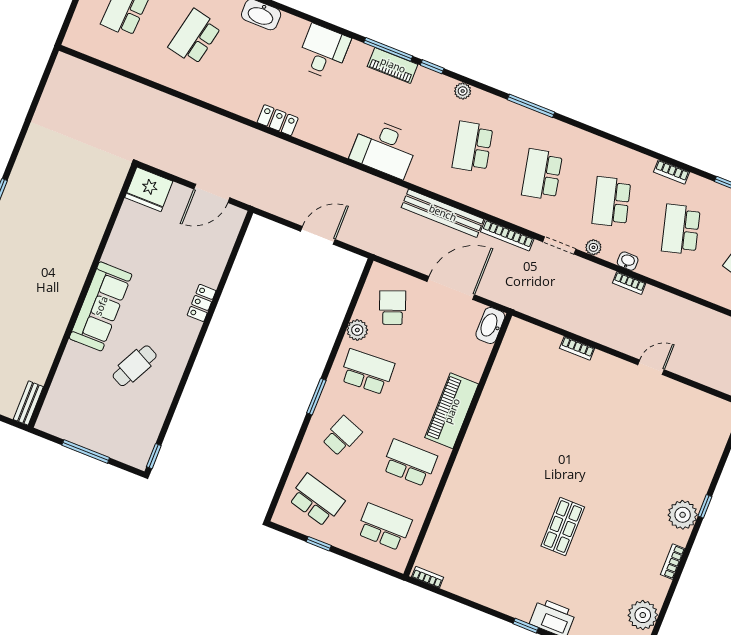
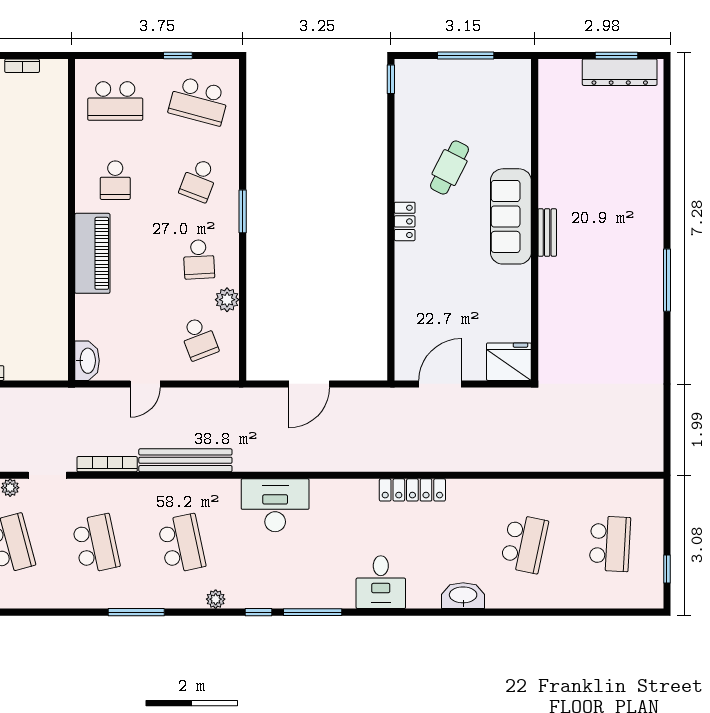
piano: (393, 65) -> (301, 597), removed
locker: (278, 120) -> (412, 490), width x1.53
door: (451, 288) -> (145, 384), width x0.53
locker: (202, 303) -> (405, 221), moved
school desk: (367, 372) -> (199, 259), width x0.54
bench: (28, 403) -> (547, 232), moved
school desk: (410, 463) -> (115, 180), width x0.54
bookcase: (428, 577) -> (22, 66), moved

